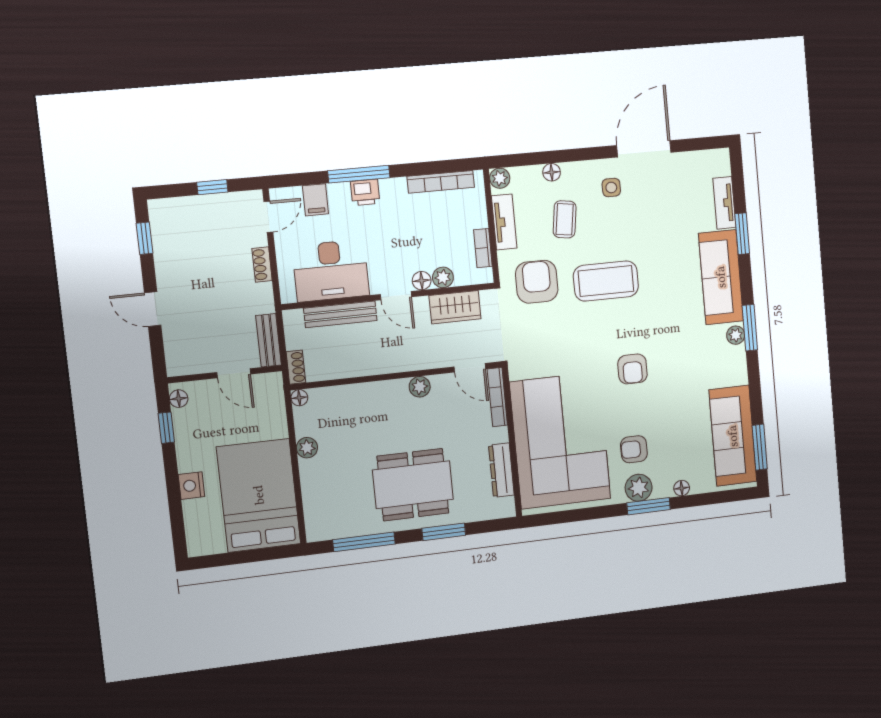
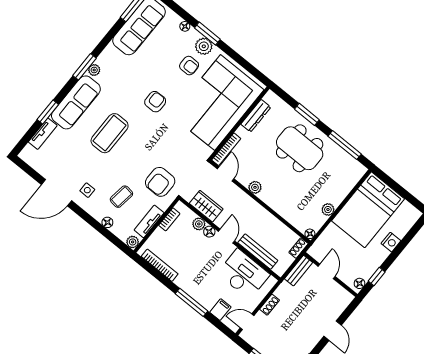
printer: (365, 192) -> (196, 292), removed
coffee table: (606, 281) -> (110, 133), moved, turned 90

